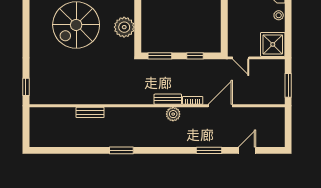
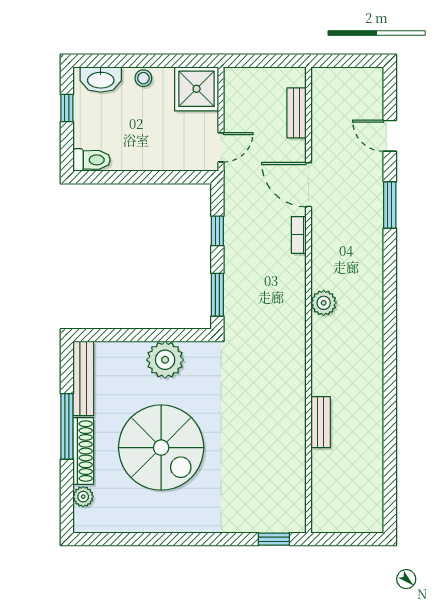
window: (288, 85) -> (271, 61), removed
bench: (168, 99) -> (297, 113), moved
plant: (173, 114) -> (324, 303), moved
window: (121, 150) -> (390, 365), removed

